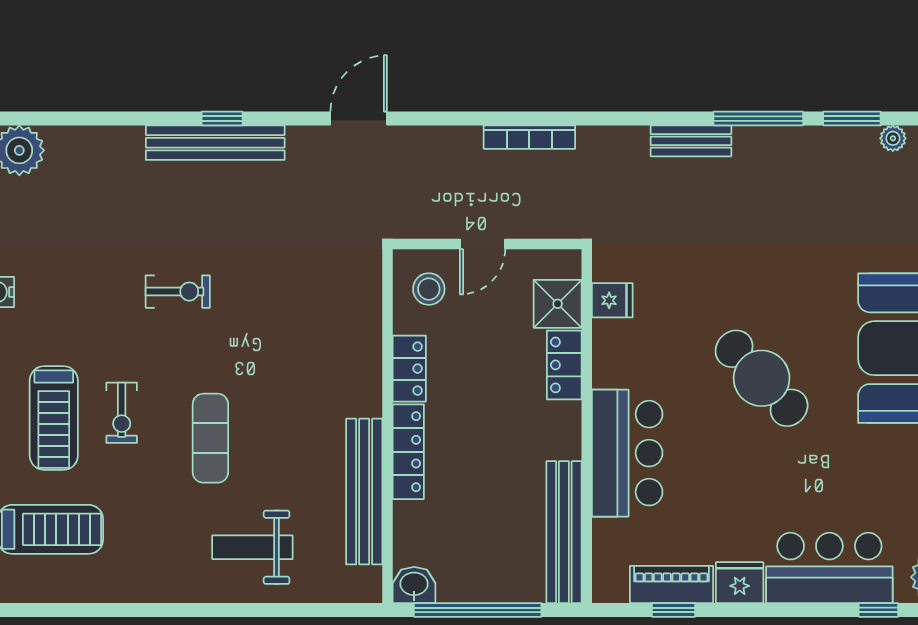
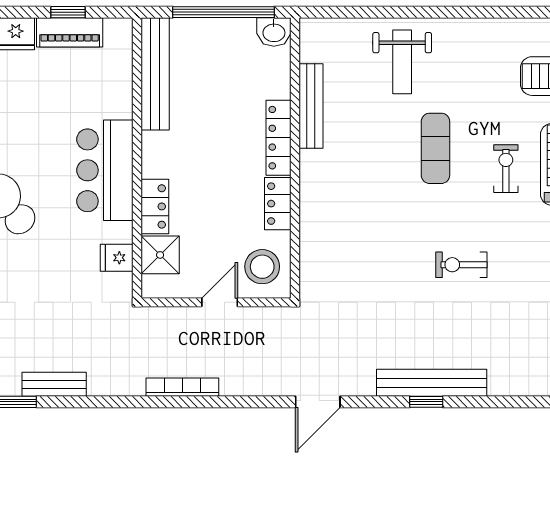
stool: (429, 289) -> (262, 267), width x1.38, depth x1.38
bar counter: (627, 453) -> (105, 170), moved
bench: (364, 492) -> (311, 106), width x0.73, depth x0.82
weight bench: (252, 547) -> (402, 62), turned 90

